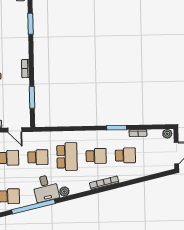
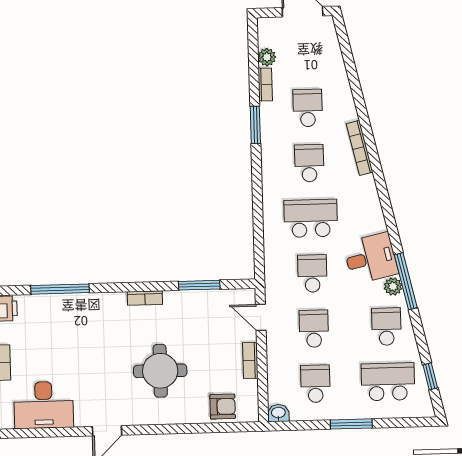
window: (31, 24) -> (60, 289), width x1.44
door: (15, 130) -> (261, 317), swing flipped
plant: (167, 134) -> (267, 57), moved
plant: (64, 191) -> (393, 286), moved
window: (33, 207) -> (406, 281), width x0.68

